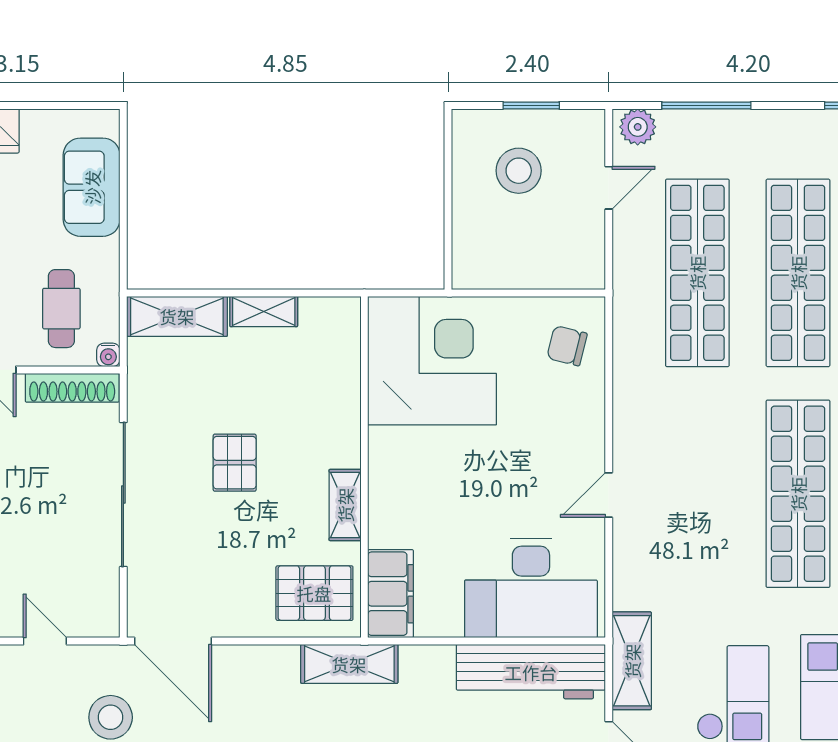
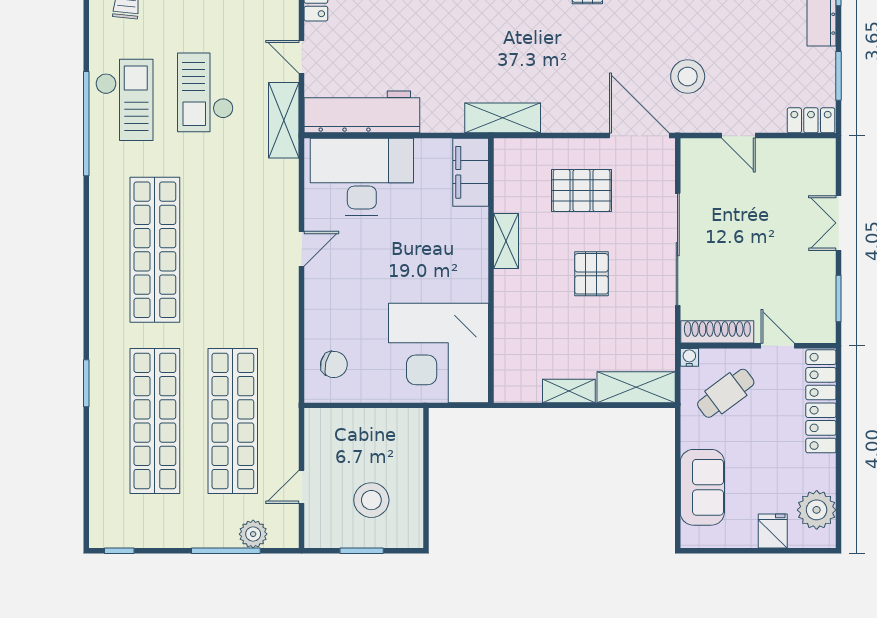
plant: (638, 127) -> (253, 534), moved
cafe table: (61, 309) -> (726, 393), turned 53
pallet: (314, 593) -> (582, 191), moved

